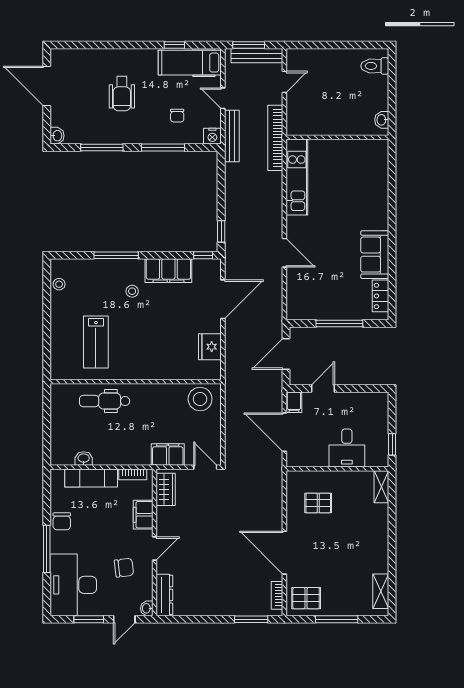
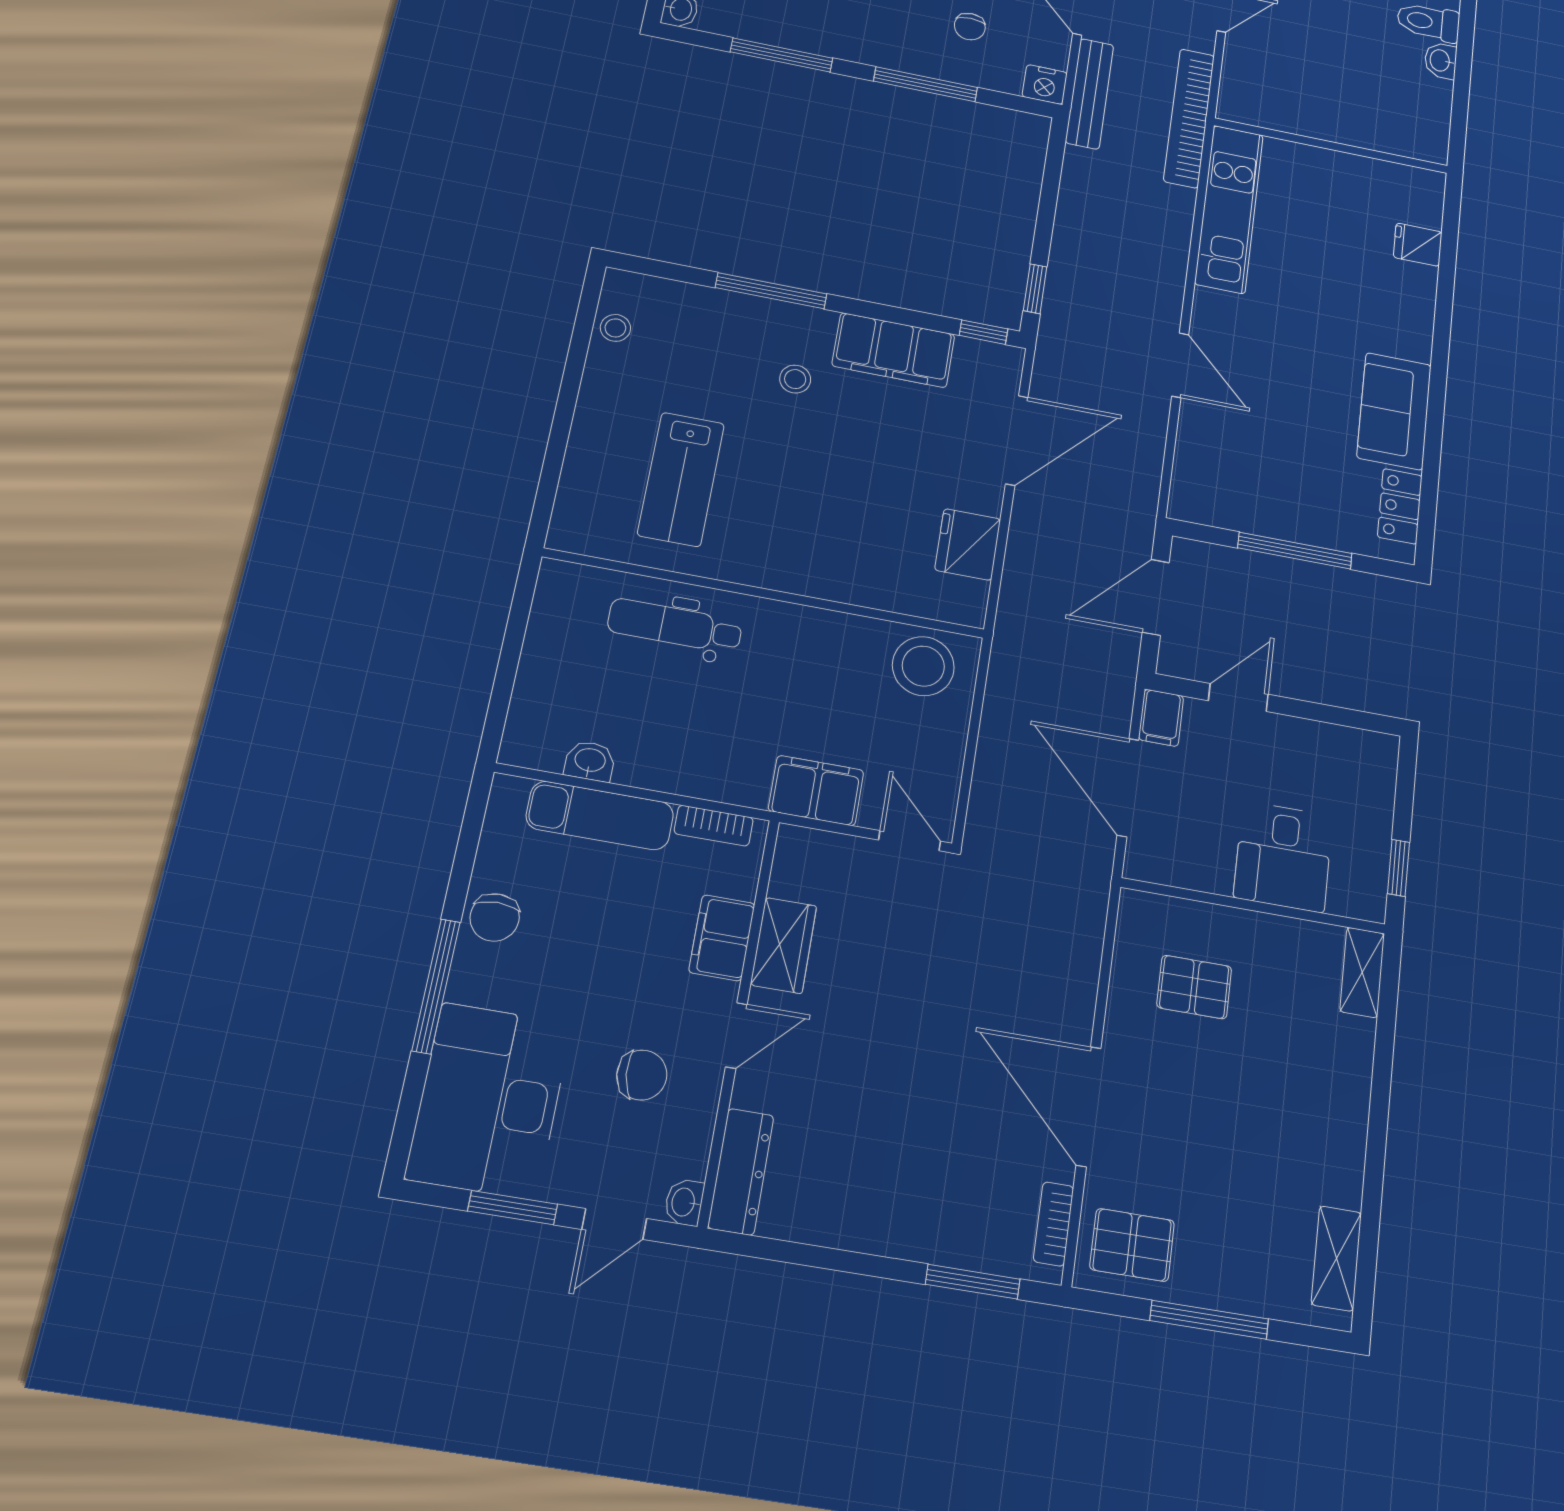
washbasin: (382, 120) -> (1441, 61), moved
fridge: (379, 176) -> (1418, 245), added
wardrobe: (166, 489) -> (784, 945), moved

